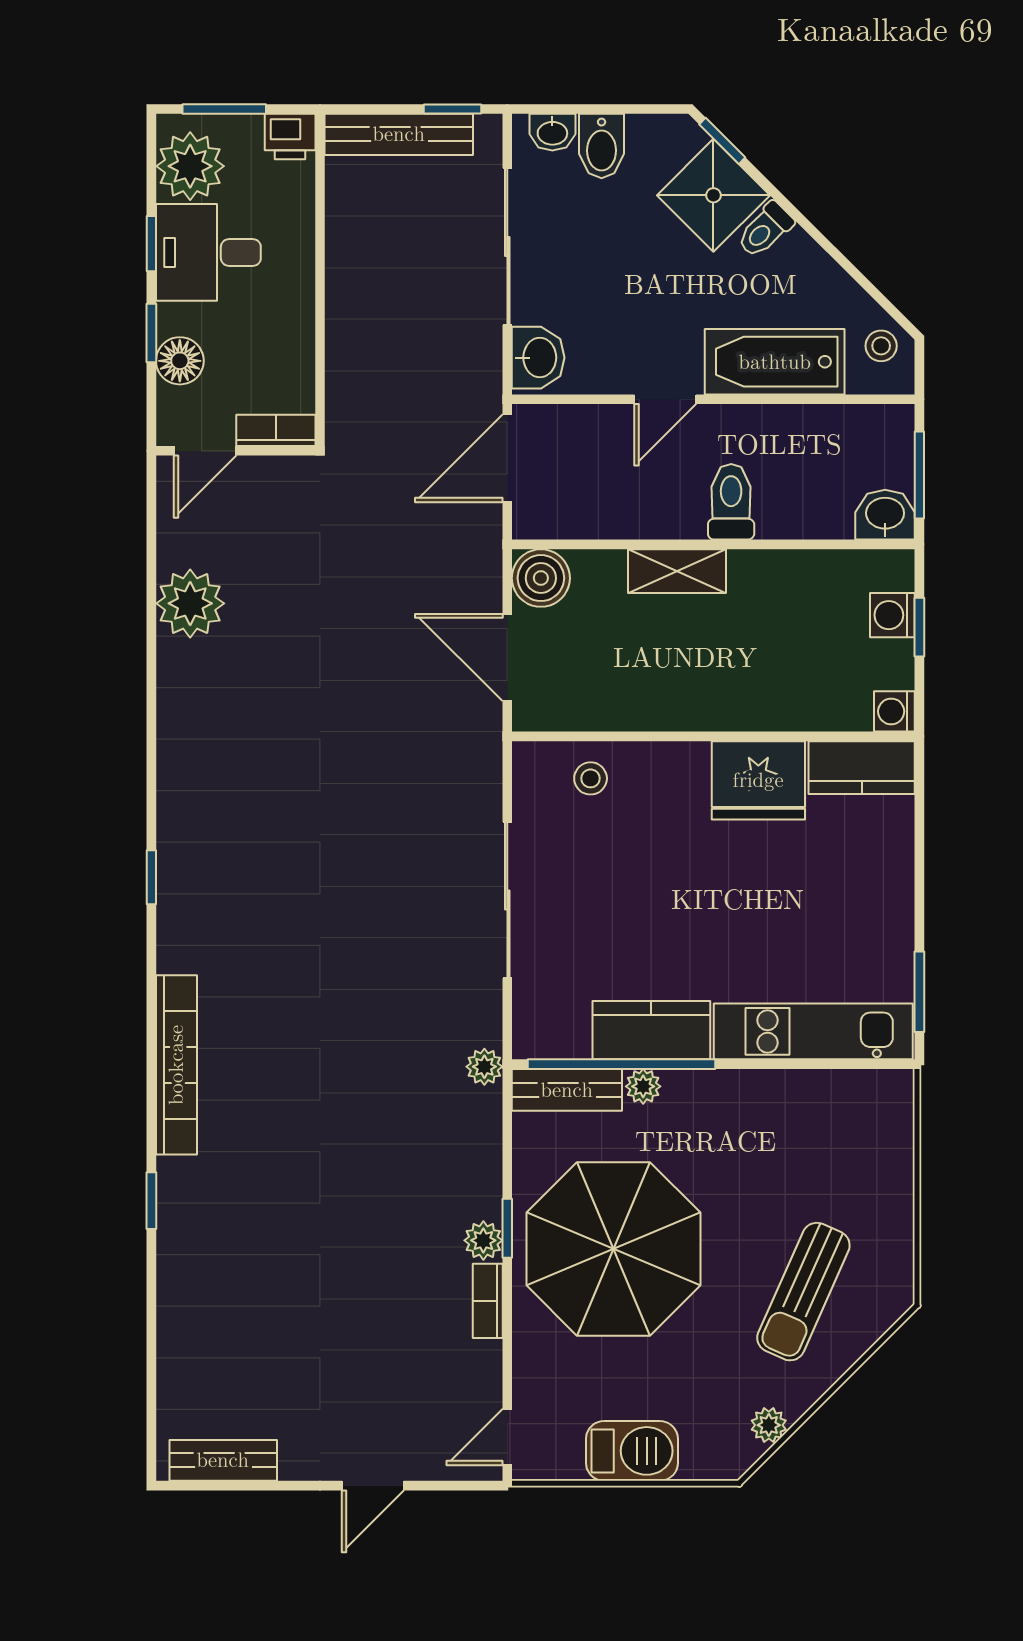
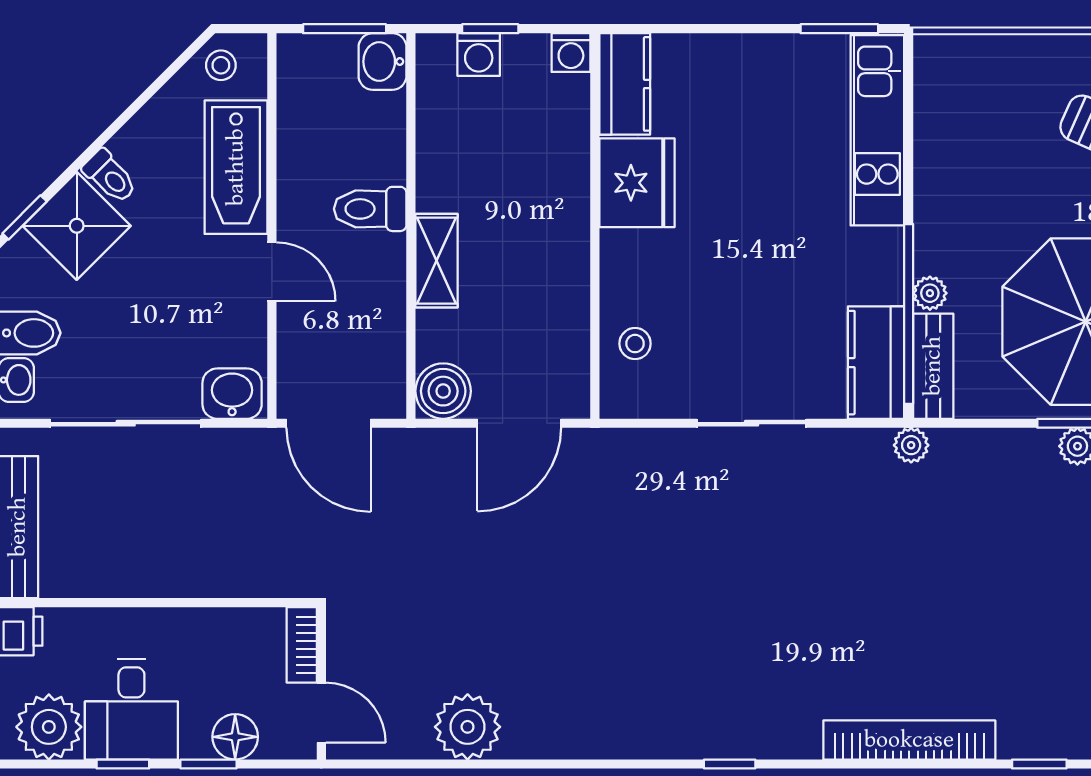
sliding door: (507, 900) -> (751, 423), width x0.73
kitchen counter: (651, 1030) -> (876, 363), moved

